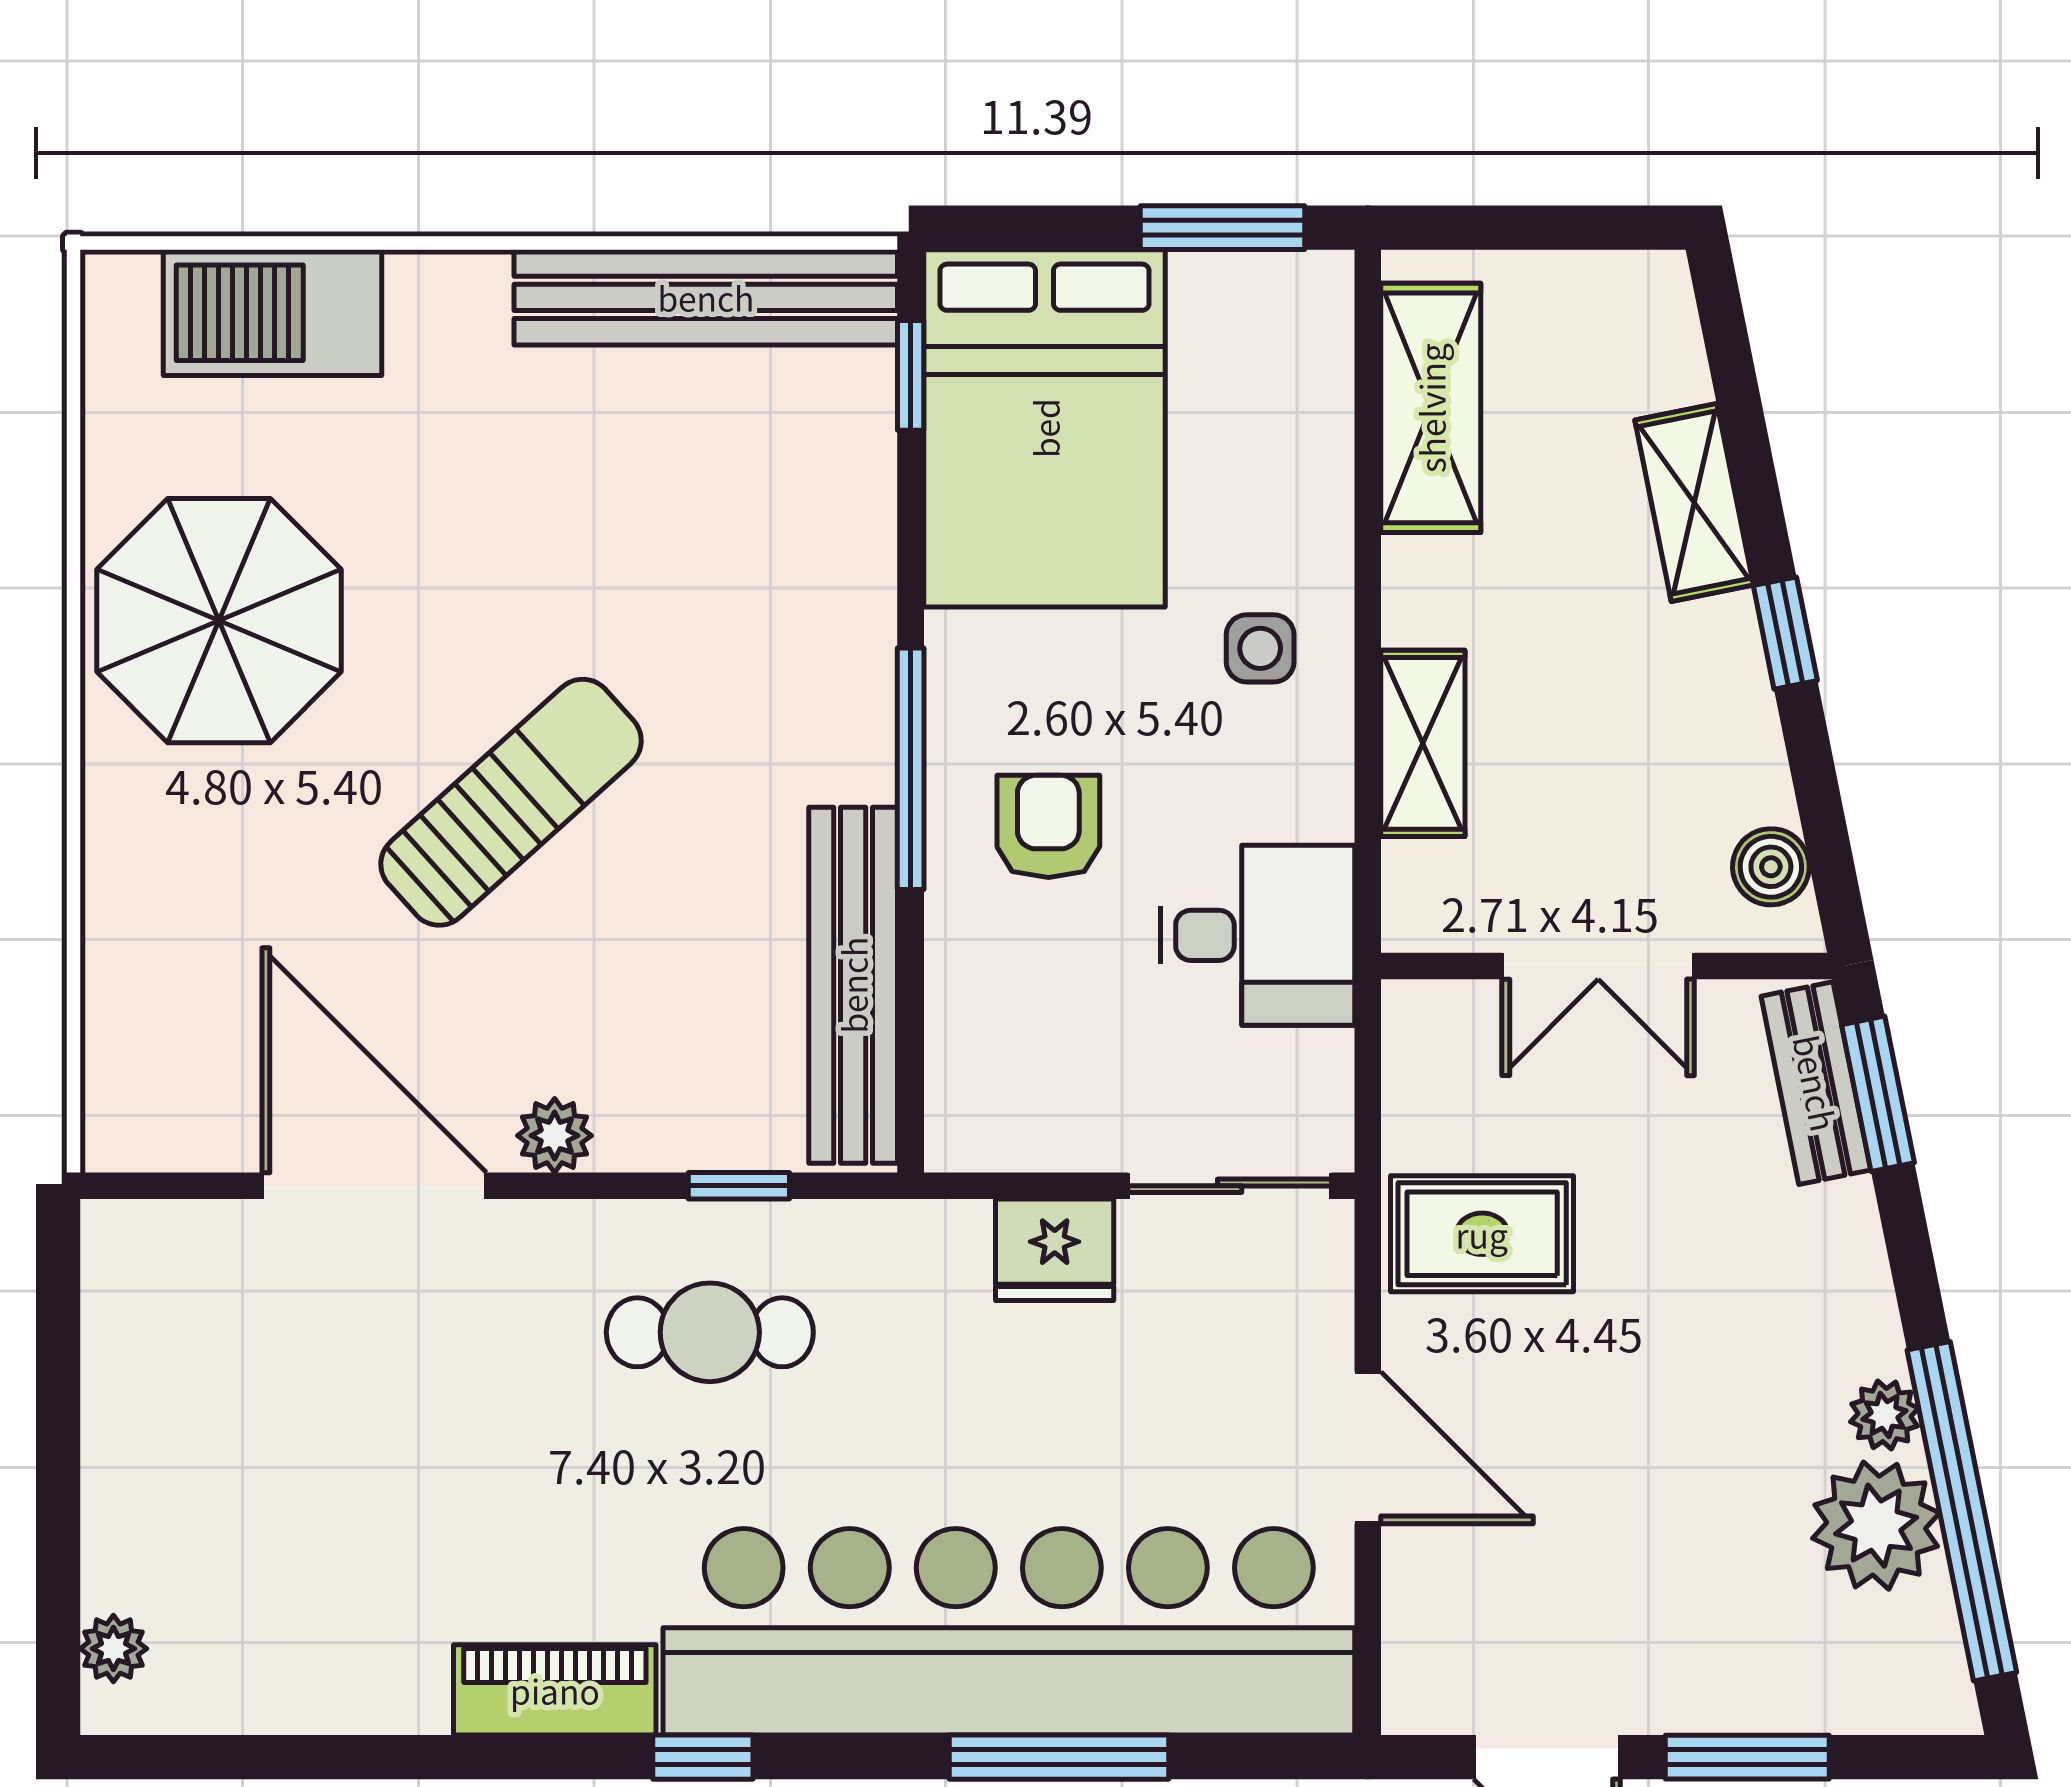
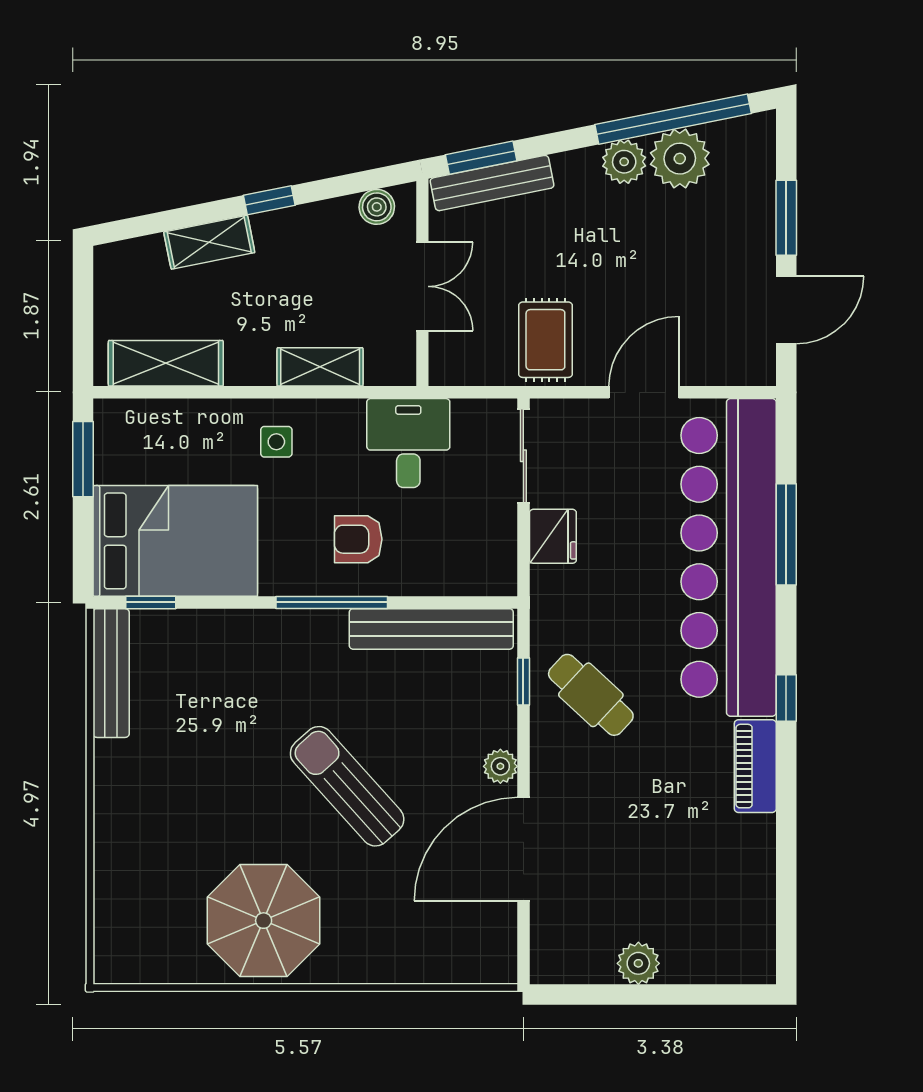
bench: (706, 297) -> (111, 673), width x0.73, depth x0.82
barbecue: (272, 313) -> (122, 896), removed
bench: (1816, 1083) -> (492, 183), width x1.36
cafe table: (710, 1332) -> (591, 695), turned -47
plant: (1885, 1415) -> (624, 162), width x1.38, depth x1.38
plant: (113, 1649) -> (638, 963), moved, width x1.38, depth x1.38

